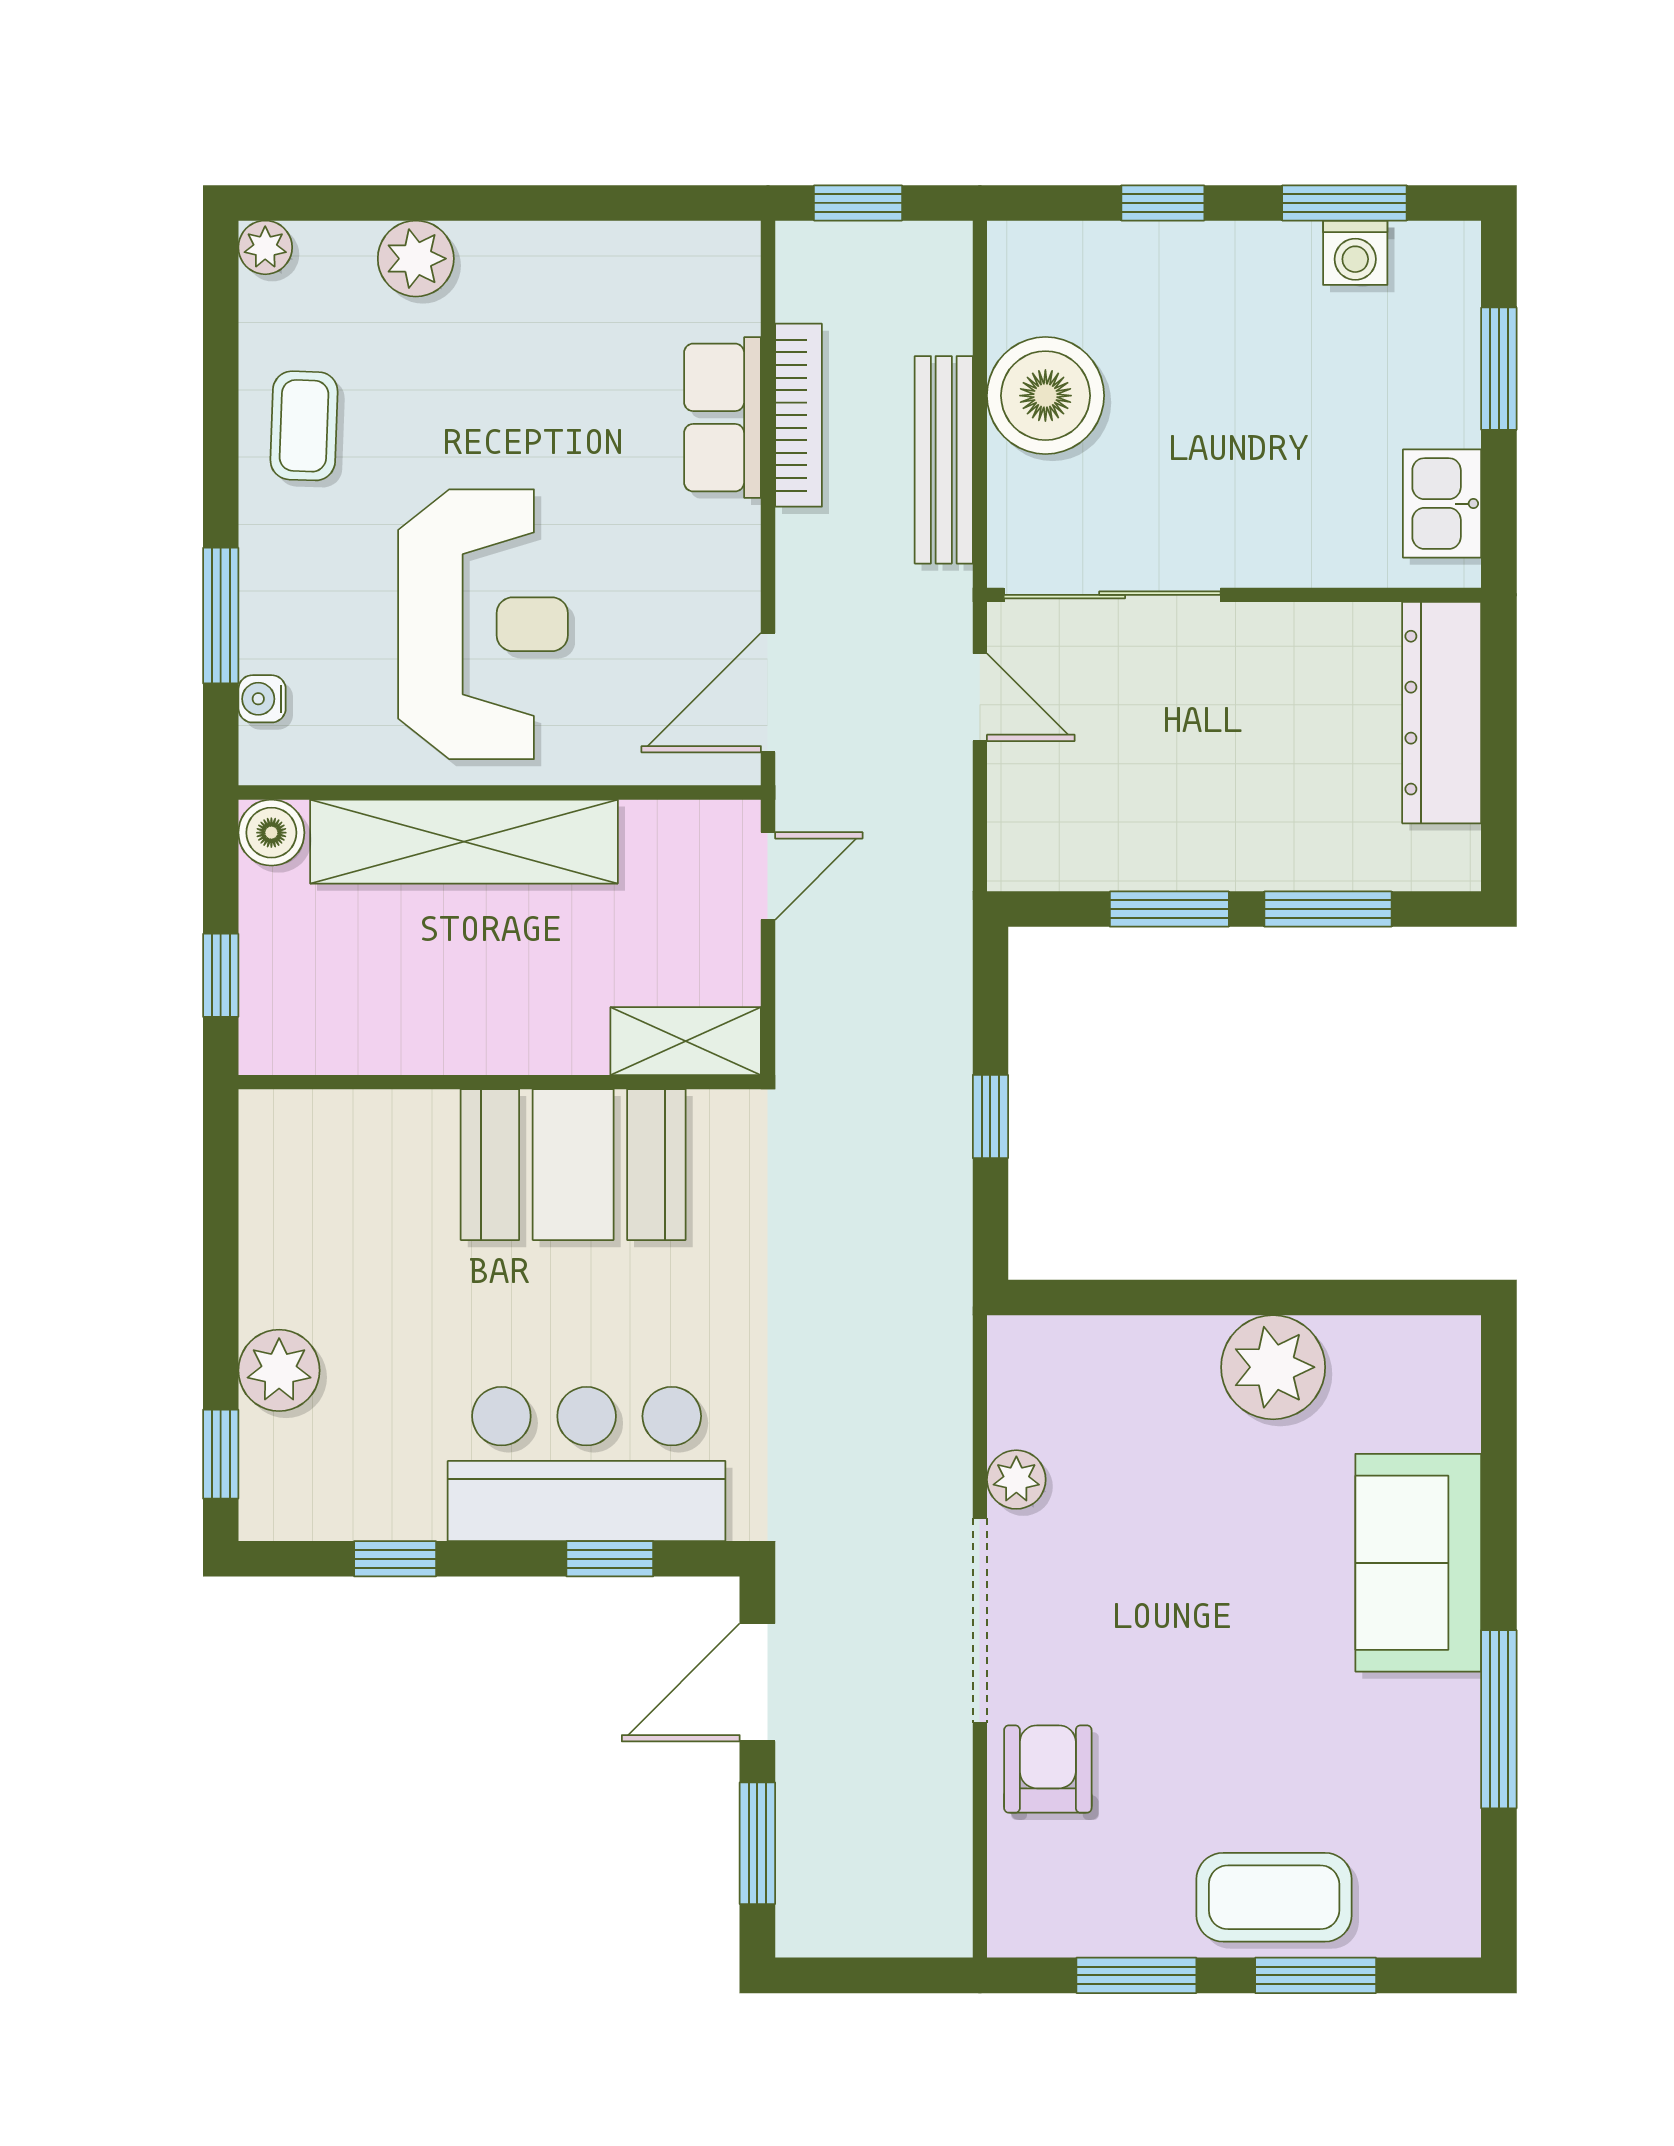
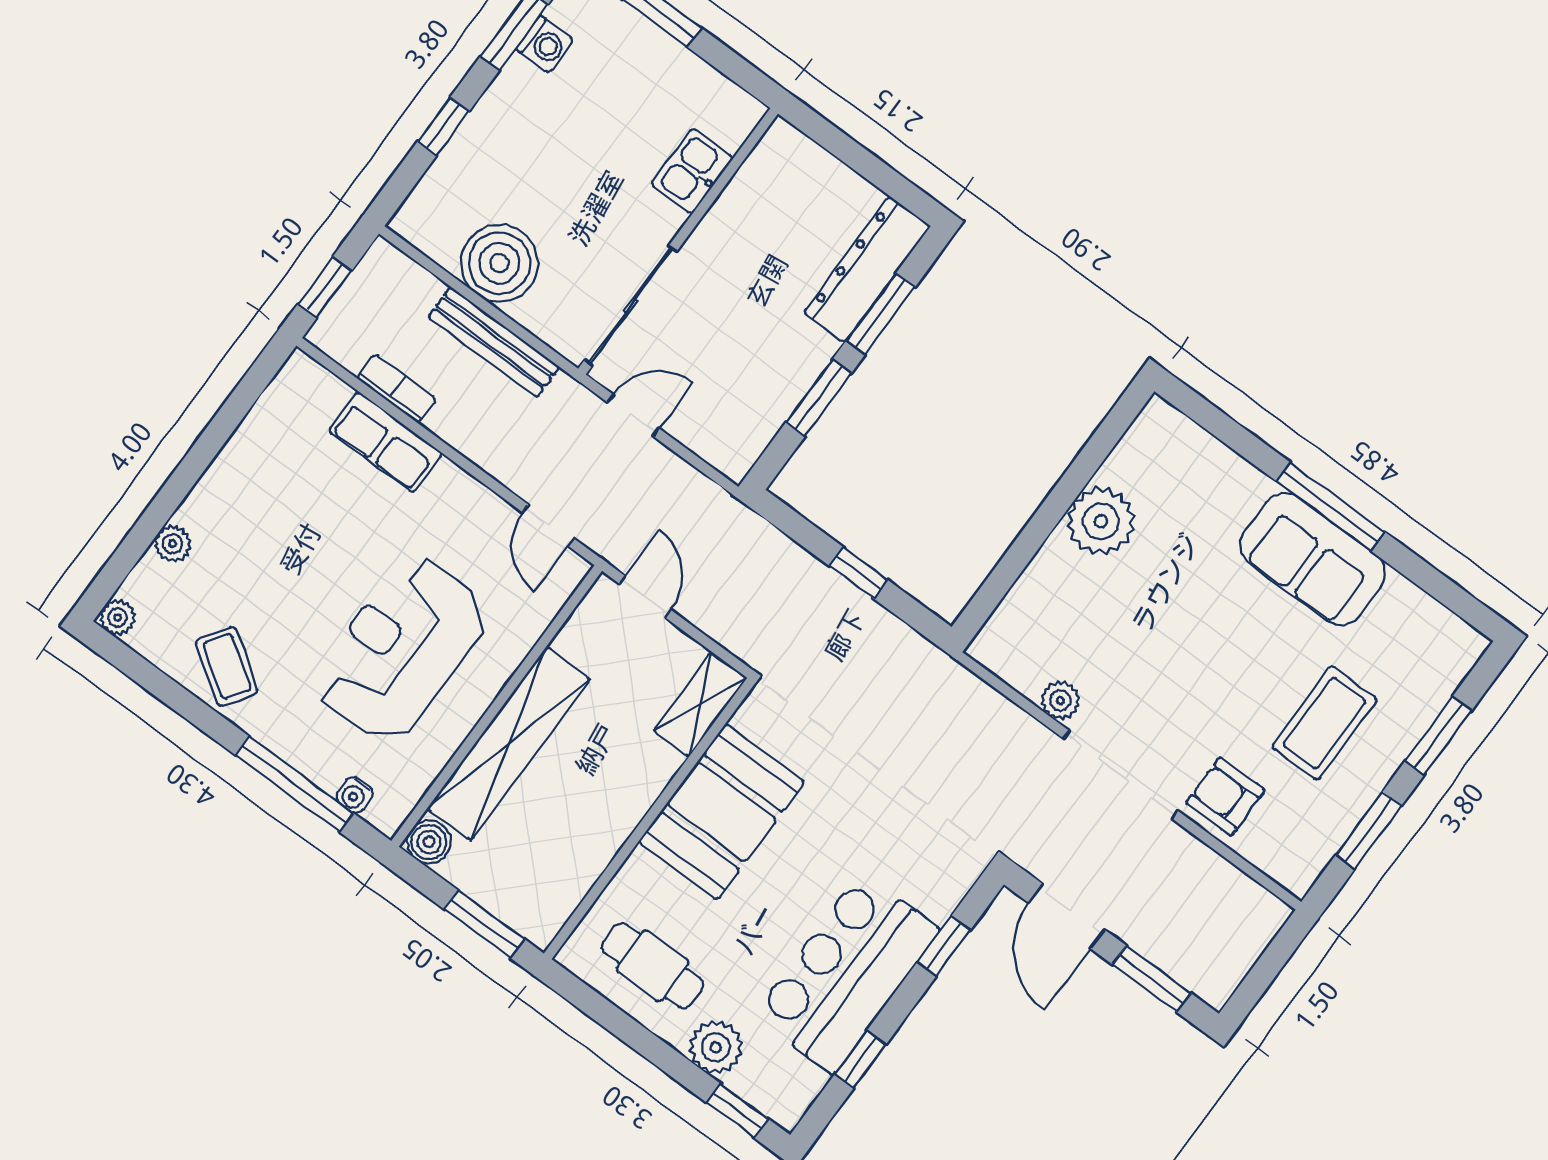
plant: (416, 259) -> (173, 544), width x0.73, depth x0.73
bookcase: (798, 415) -> (396, 388), width x0.64
coffee table: (304, 426) -> (227, 666), turned 32
kitchen sink: (1442, 504) -> (692, 171), moved, turned 90
window: (221, 616) -> (295, 784), width x1.44
reception desk: (483, 624) -> (401, 649), turned -90
door: (768, 693) -> (548, 525), width x0.73
dresser: (1442, 713) -> (867, 269), moved, turned 90
window: (221, 975) -> (484, 924), width x1.50
cafe table: (322, 1219) -> (653, 966), added
bar counter: (587, 1464) -> (847, 973), moved
sofa: (1418, 1563) -> (1313, 559), moved
window: (1499, 1719) -> (1331, 507), moved
coffee table: (1274, 1897) -> (1325, 723), moved

